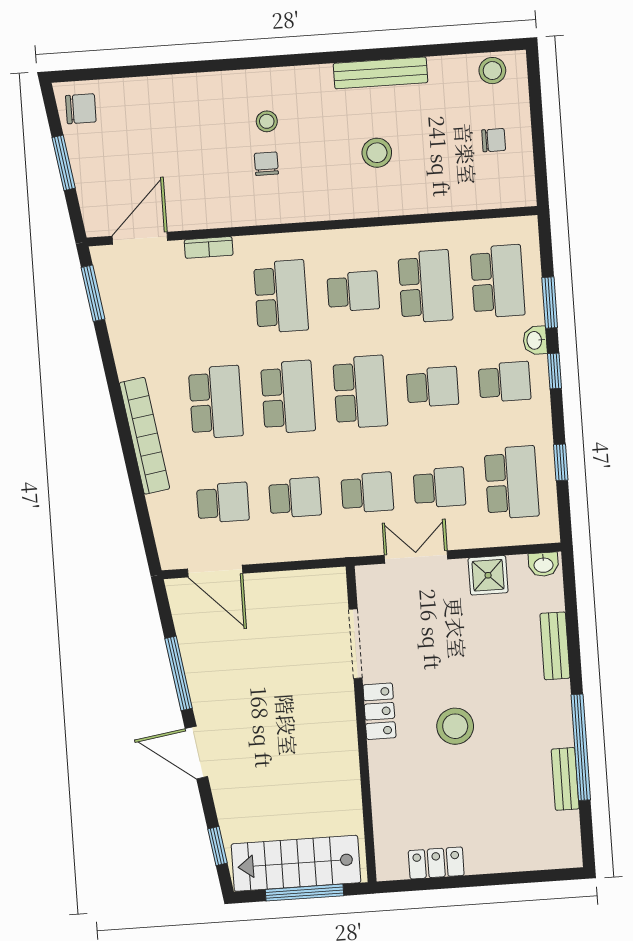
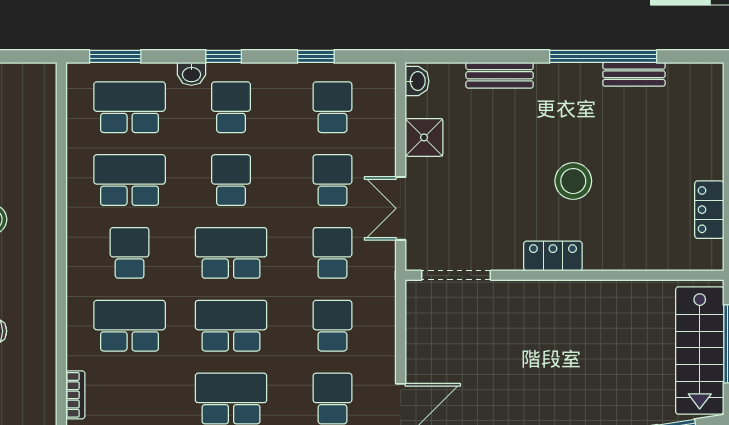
window: (550, 303) -> (115, 56), moved
school desk: (512, 482) -> (332, 107), width x0.54
doorway: (356, 644) -> (456, 275), moved

